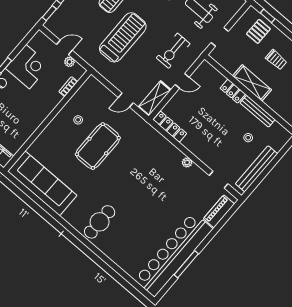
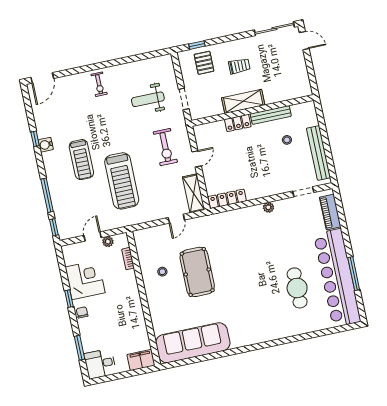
treadmill: (123, 37) -> (122, 181), turned 180
cafe table: (100, 222) -> (297, 288), moved

